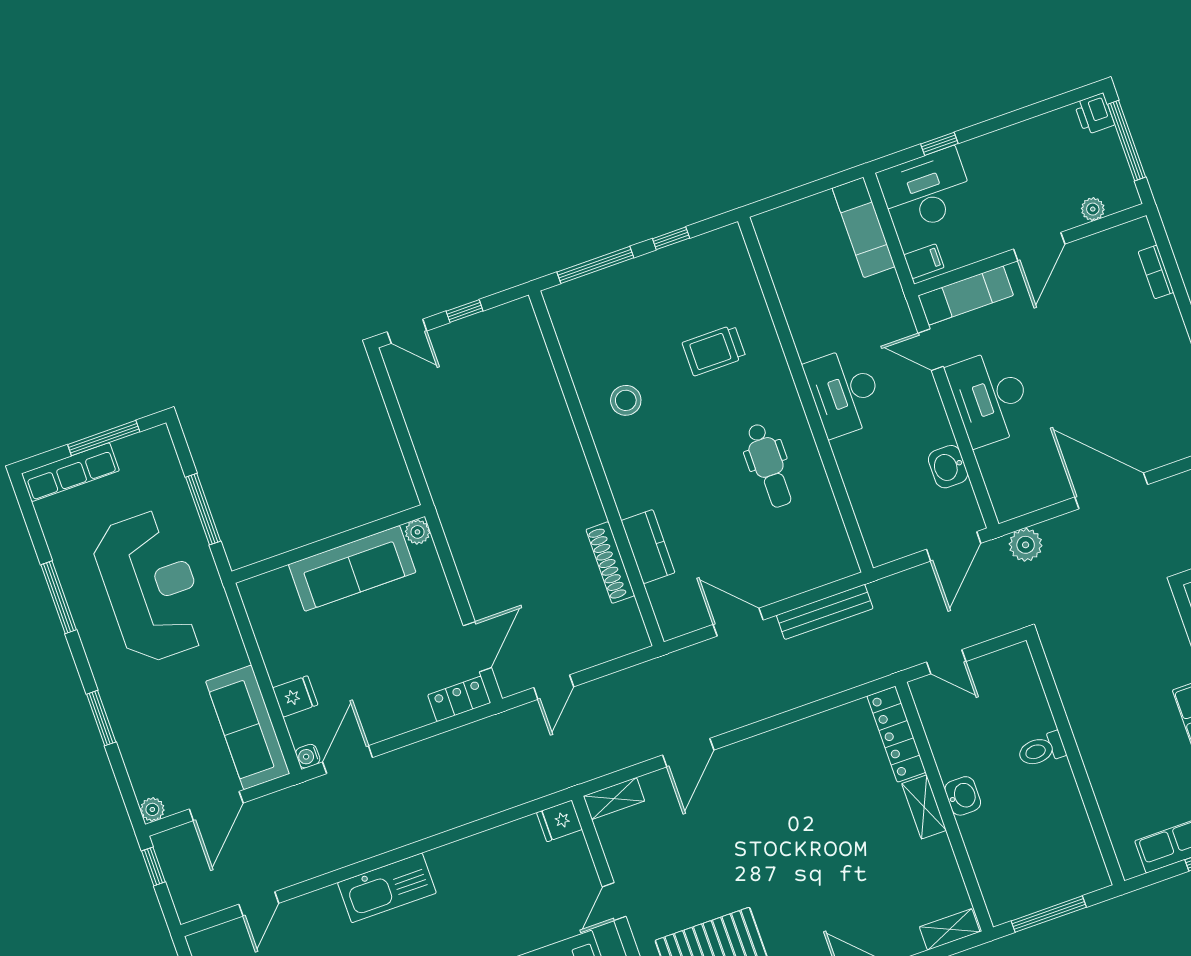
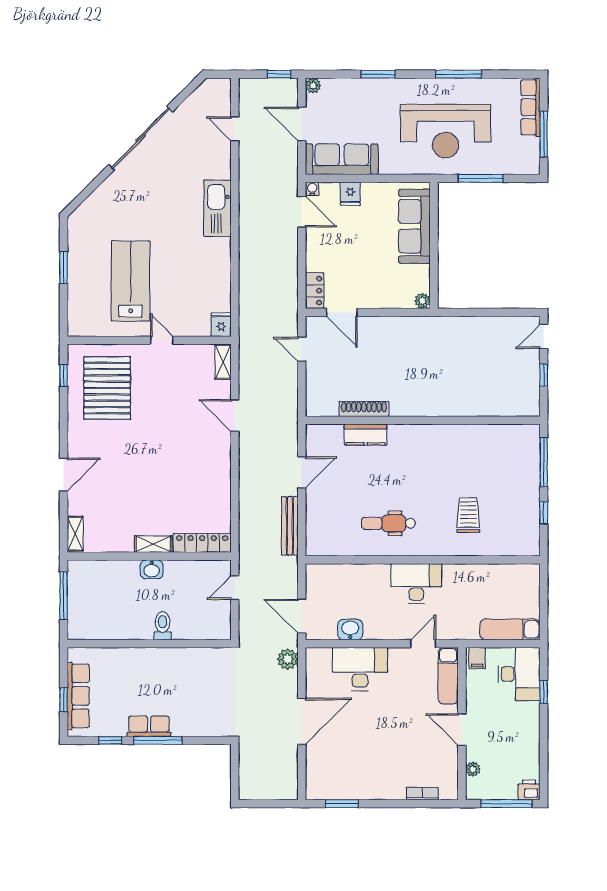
desk: (990, 398) -> (360, 669), moved
stool: (626, 400) -> (457, 452), removed
sofa: (352, 568) -> (414, 226), moved

